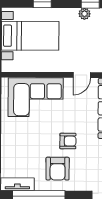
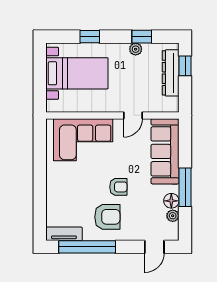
armchair: (58, 169) -> (107, 217), turned -90

